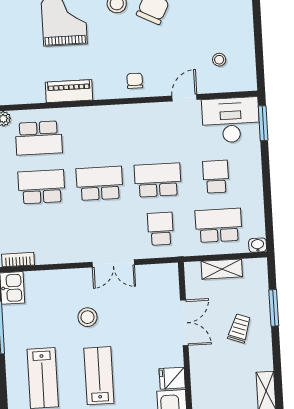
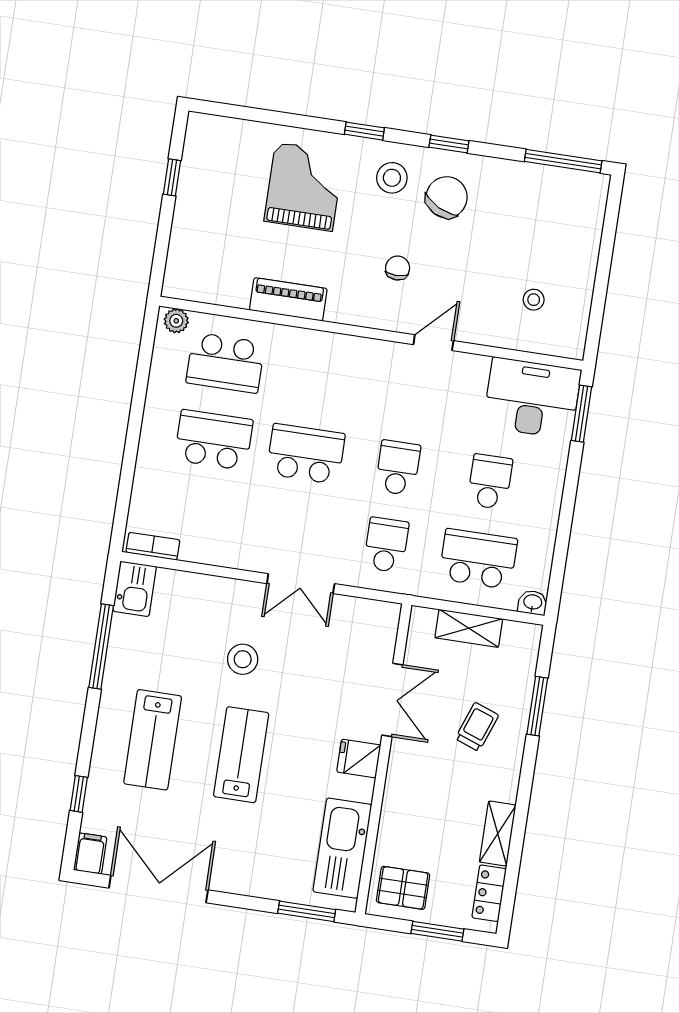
chair: (135, 81) -> (398, 268), moved
door: (184, 98) -> (433, 343), moved
school desk: (158, 180) -> (398, 468), width x0.54
fridge: (172, 378) -> (359, 759), moved

